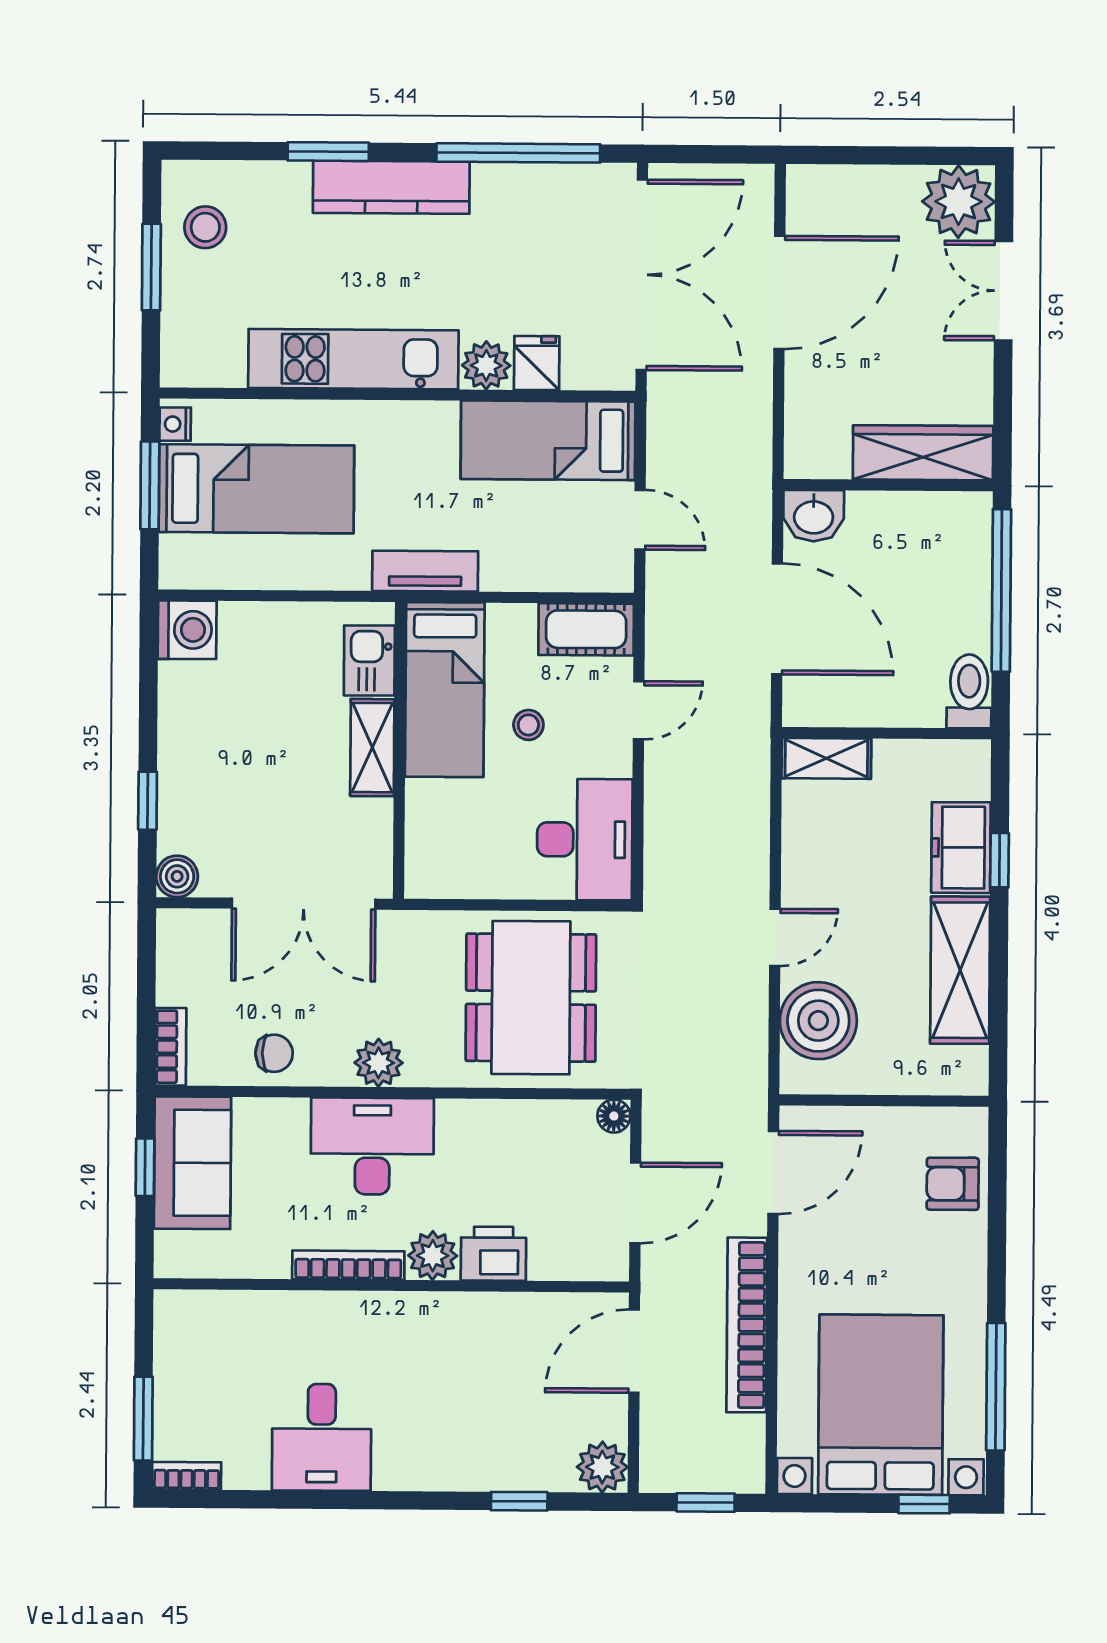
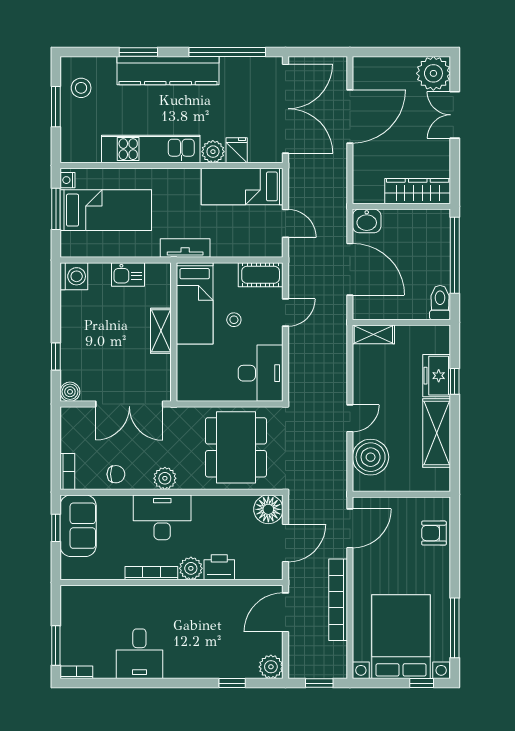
kitchen counter: (391, 187) -> (168, 71), width x1.39, depth x1.17
kitchen sink: (369, 660) -> (128, 275), moved, turned -90
floor lamp: (614, 1116) -> (268, 509), width x1.89, depth x1.89

